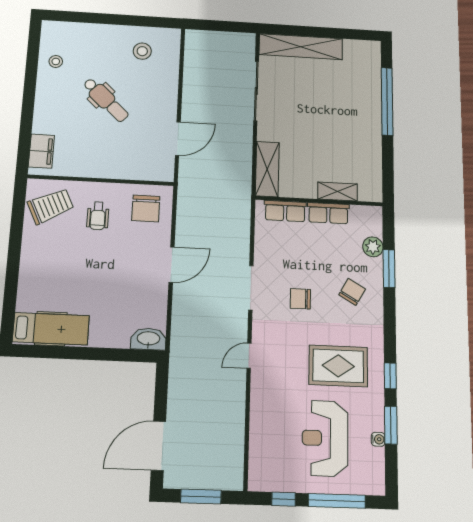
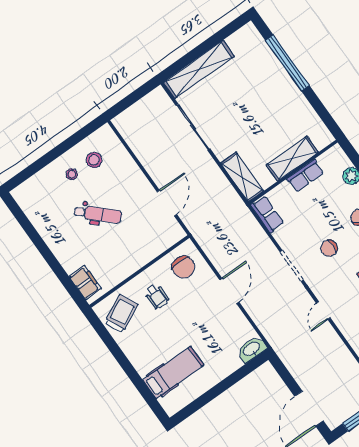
stool: (56, 61) -> (72, 174), moved
shelving: (337, 191) -> (292, 159), width x1.50, depth x1.33
row of seats: (285, 211) -> (267, 214), moved, turned -90
hospital bed: (51, 329) -> (173, 373), moved

